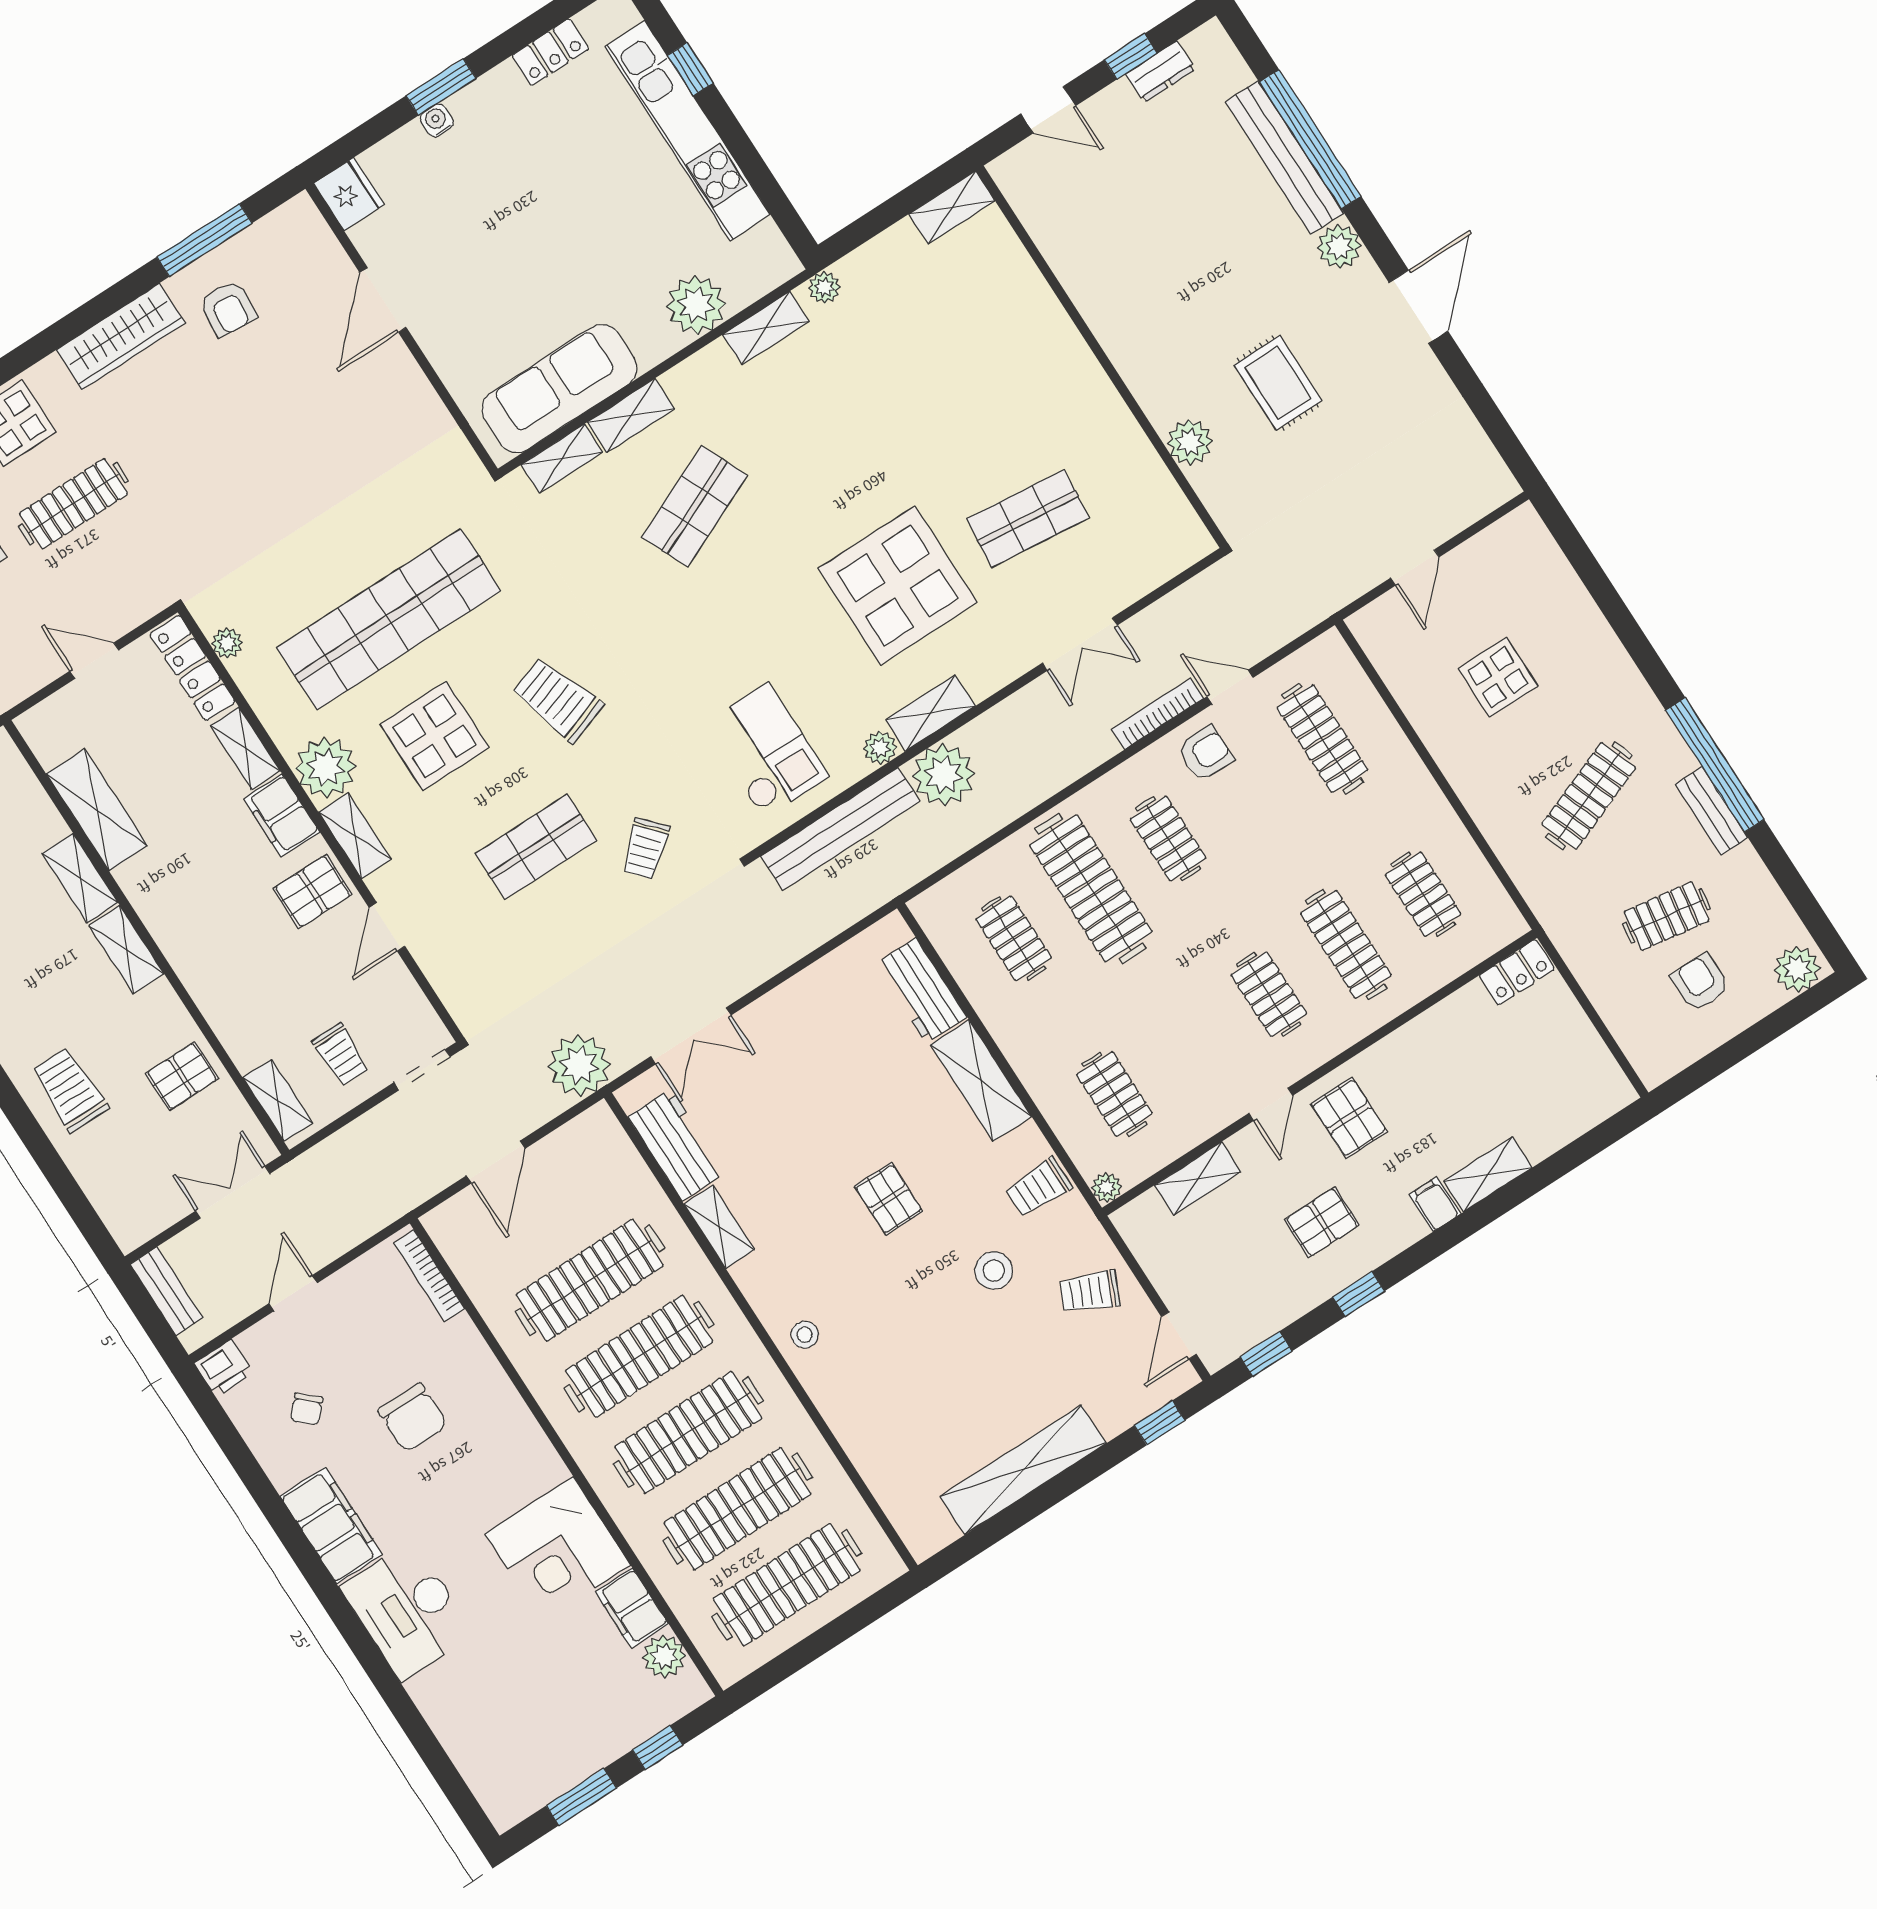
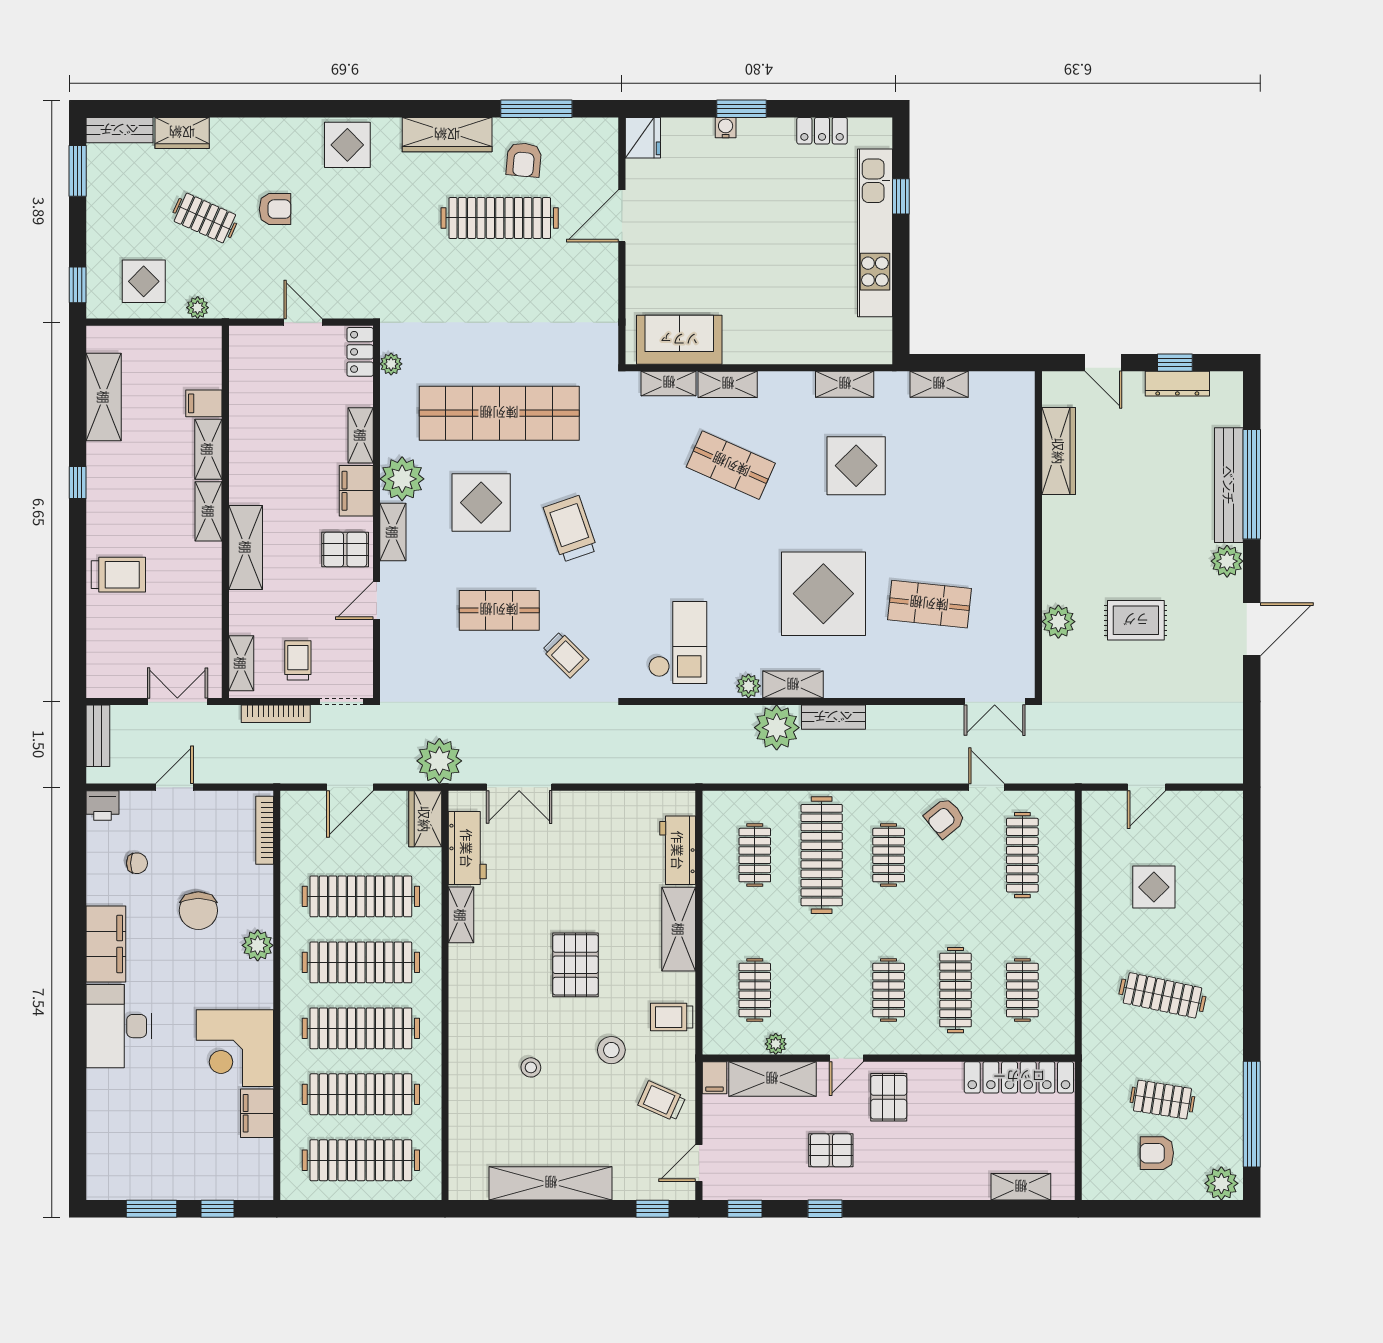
dresser: (1161, 72) -> (1177, 384), width x1.44
shelving: (952, 207) -> (939, 384), moved
wardrobe: (1063, 245) -> (1059, 451), added
plant: (824, 288) -> (896, 383), removed
plant: (696, 305) -> (811, 343), removed
rug: (1278, 383) -> (1136, 620), turned 90
sofa: (559, 389) -> (679, 340), width x0.73
display table: (840, 413) -> (856, 466), added
clothes rail: (73, 504) -> (500, 218), moved, width x1.37, depth x1.31
shop shelf: (695, 506) -> (731, 465), turned 48
double door: (1080, 644) -> (995, 702), moved
locker: (192, 668) -> (360, 352), width x0.66
bookcase: (1157, 714) -> (276, 714), moved, turned 180
armchair: (1205, 753) -> (945, 818), turned 141
window: (1715, 765) -> (1252, 1114), moved
clothes rail: (1589, 796) -> (1162, 995), turned 33
shelving: (97, 810) -> (246, 547), moved
bench: (1711, 811) -> (1231, 1053), removed
filing cabinet: (41, 828) -> (204, 403), added
bench: (840, 829) -> (833, 717), moved, width x0.54, depth x0.82
trolley: (645, 849) -> (565, 655), turned -93
locker: (1517, 972) -> (1019, 1077), width x2.16, depth x1.21
armchair: (1700, 982) -> (1157, 1153), turned -90
trolley: (341, 1055) -> (298, 660), turned 180
pallet: (182, 1076) -> (192, 611), removed
trolley: (70, 1090) -> (118, 575), turned 90
wardrobe: (606, 1142) -> (425, 819), added
shelving: (1488, 1174) -> (1021, 1187), moved
shelving: (1198, 1179) -> (772, 1079), width x1.50, depth x1.33
plant: (1106, 1187) -> (776, 1044), moved
pallet: (889, 1199) -> (576, 965), width x1.50, depth x1.42
filing cabinet: (1435, 1204) -> (714, 1078), moved, turned 180
stool: (805, 1335) -> (531, 1067), moved
chair: (307, 1409) -> (137, 863), turned -133
plant: (664, 1656) -> (258, 945), moved

